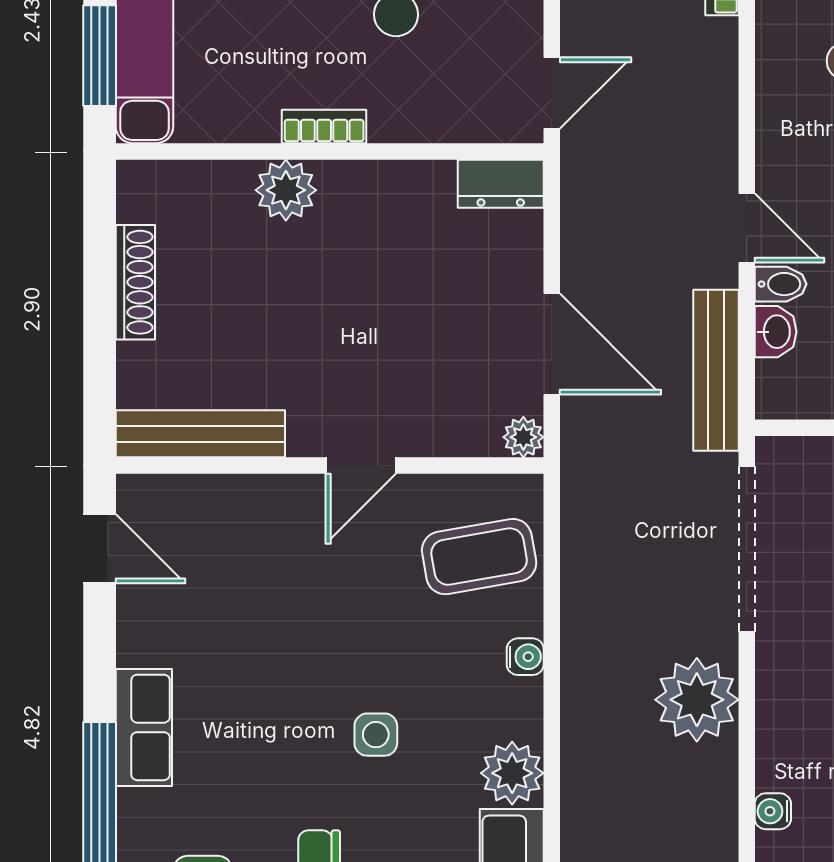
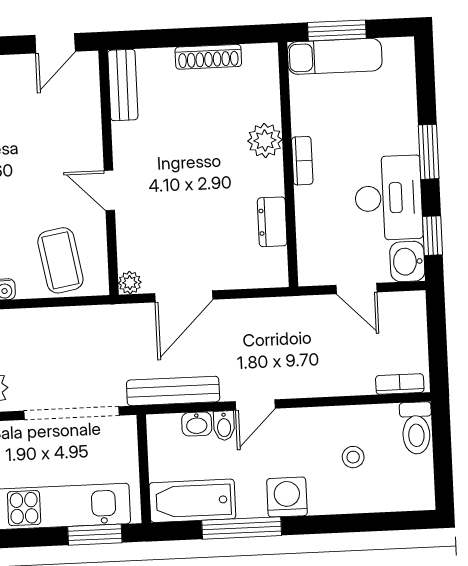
door: (552, 93) -> (356, 289), moved
dresser: (501, 184) -> (272, 222), moved
bench: (200, 434) -> (123, 85), width x0.73

